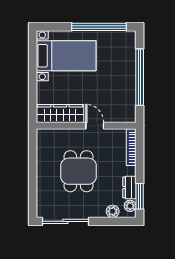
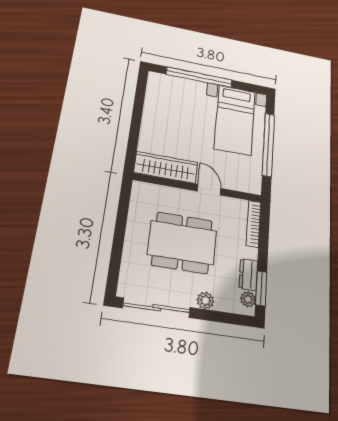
window: (99, 27) -> (199, 77), moved
bed with nightstands: (66, 56) -> (235, 120), moved, turned 90
dining table: (78, 171) -> (182, 243), width x1.38
plant: (113, 211) -> (205, 301), moved

